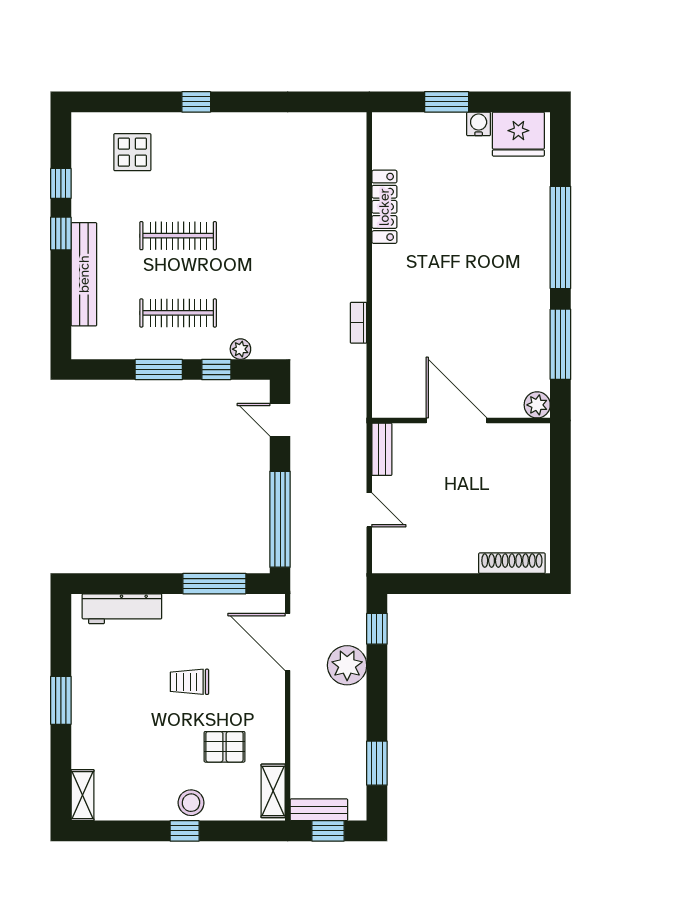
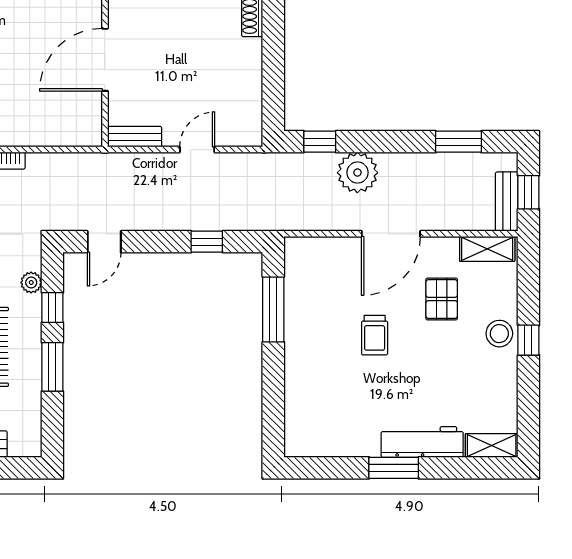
window: (280, 519) -> (207, 242), width x0.32
workbench: (122, 609) -> (422, 442), moved, turned -90
door: (288, 642) -> (391, 234), moved

